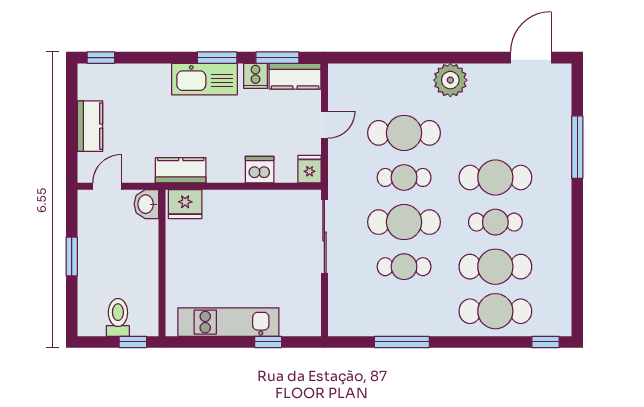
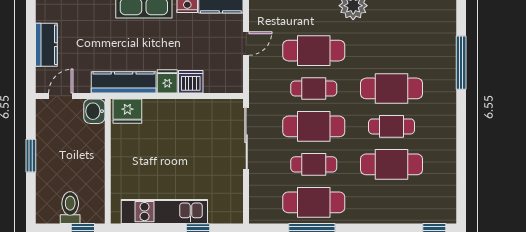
fridge: (310, 169) -> (167, 81), moved
kitchen counter: (181, 170) -> (124, 82), width x1.50
cafe table: (495, 311) -> (314, 202), moved

